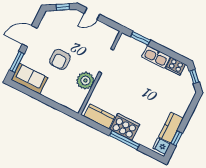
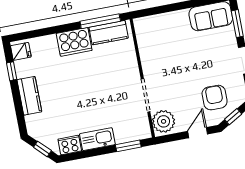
armchair: (60, 59) -> (215, 98), moved
plant: (85, 81) -> (164, 121), moved
kitchen counter: (171, 128) -> (29, 96), moved
window: (124, 140) -> (100, 21), moved

